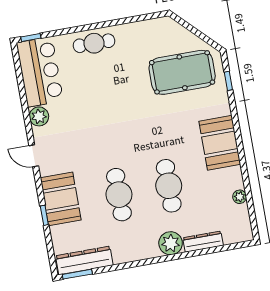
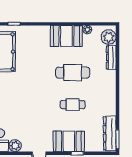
booth: (220, 143) -> (66, 36), moved
cafe table: (119, 195) -> (73, 105), width x0.73, depth x0.74
plant: (171, 243) -> (109, 37), moved

